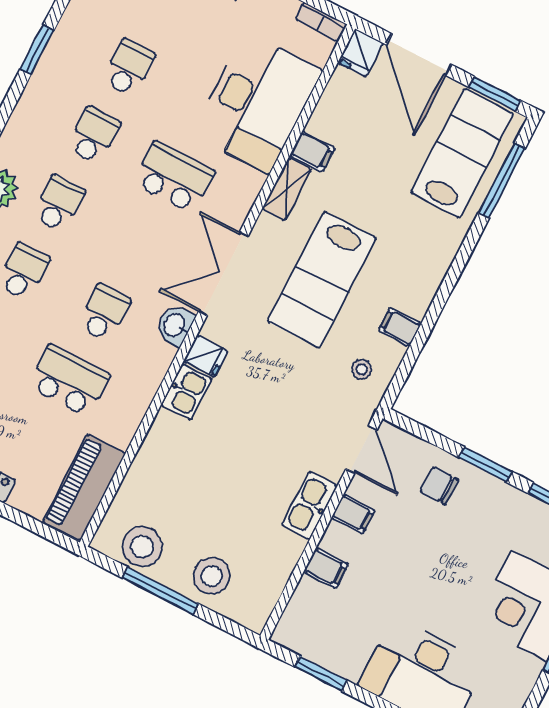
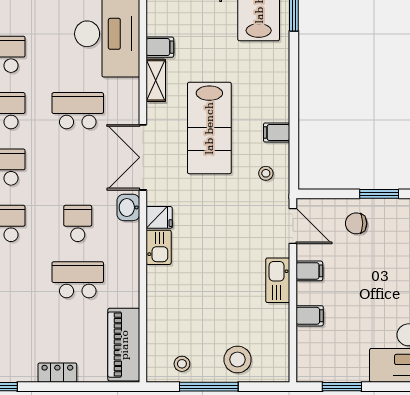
stool: (142, 547) -> (182, 364), width x0.53, depth x0.53

